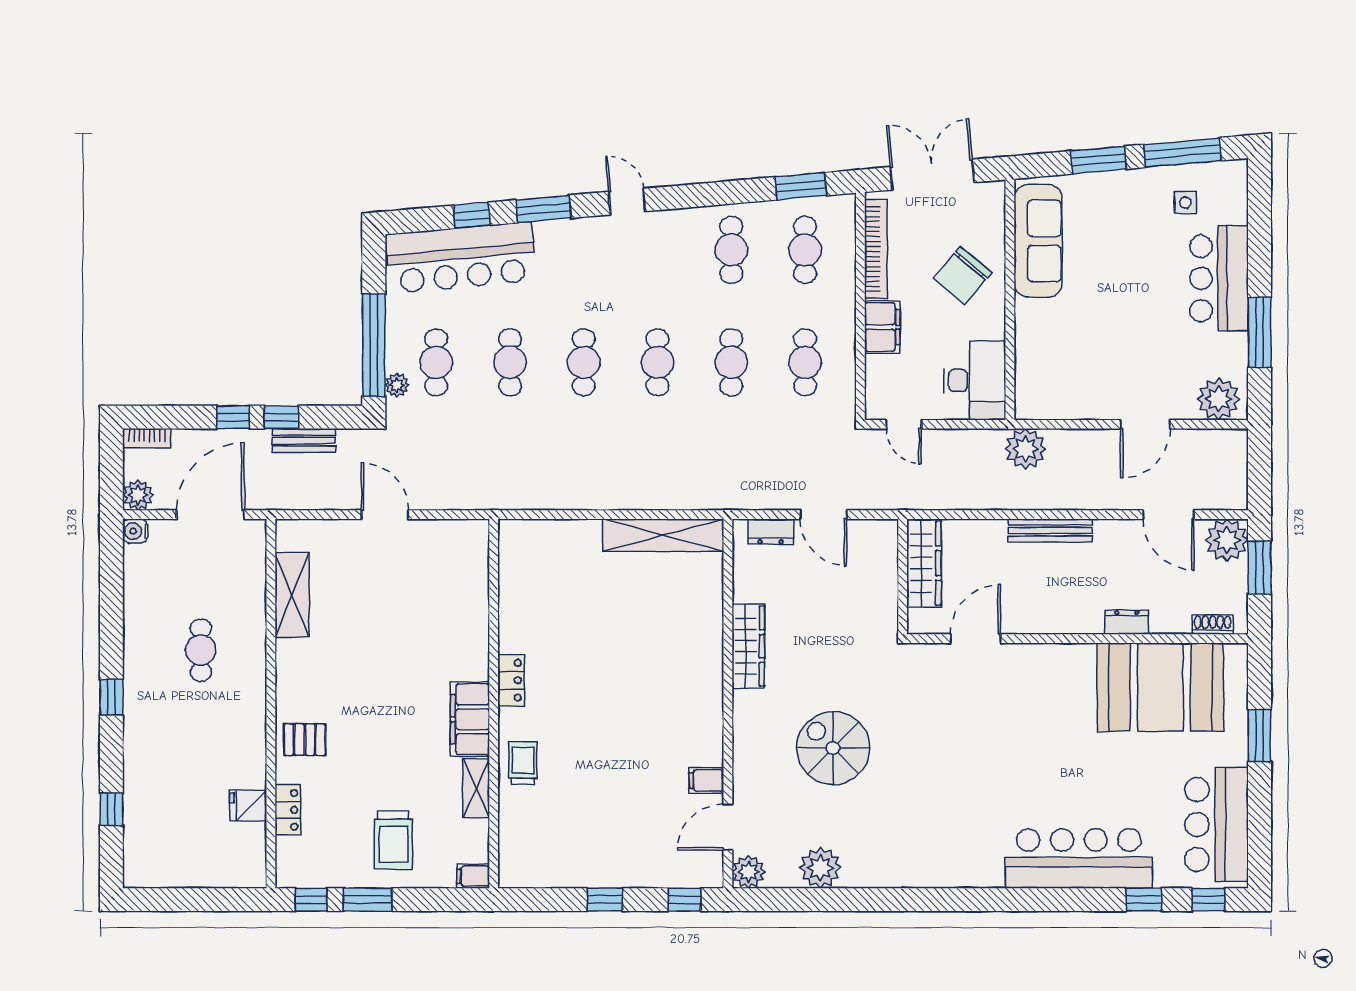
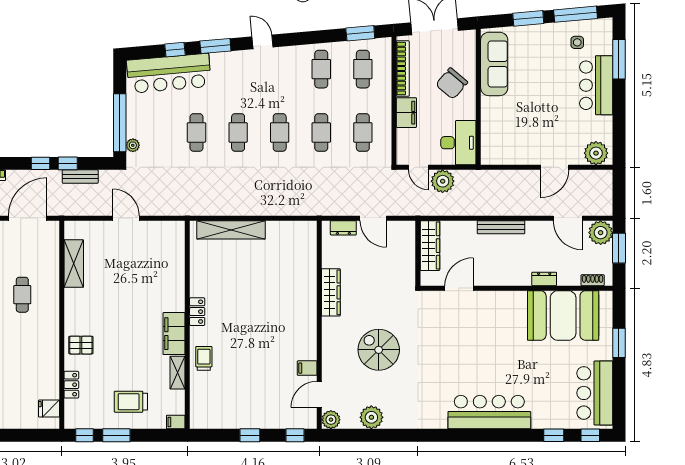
window: (1260, 332) -> (619, 59), moved
cafe table: (436, 362) -> (155, 132), removed
plant: (1025, 449) -> (443, 181), moved
shelving: (663, 535) -> (231, 230), moved
fridge: (248, 806) -> (49, 409), moved
trolley: (393, 840) -> (131, 402), turned 90
bar counter: (1079, 858) -> (489, 412), moved

